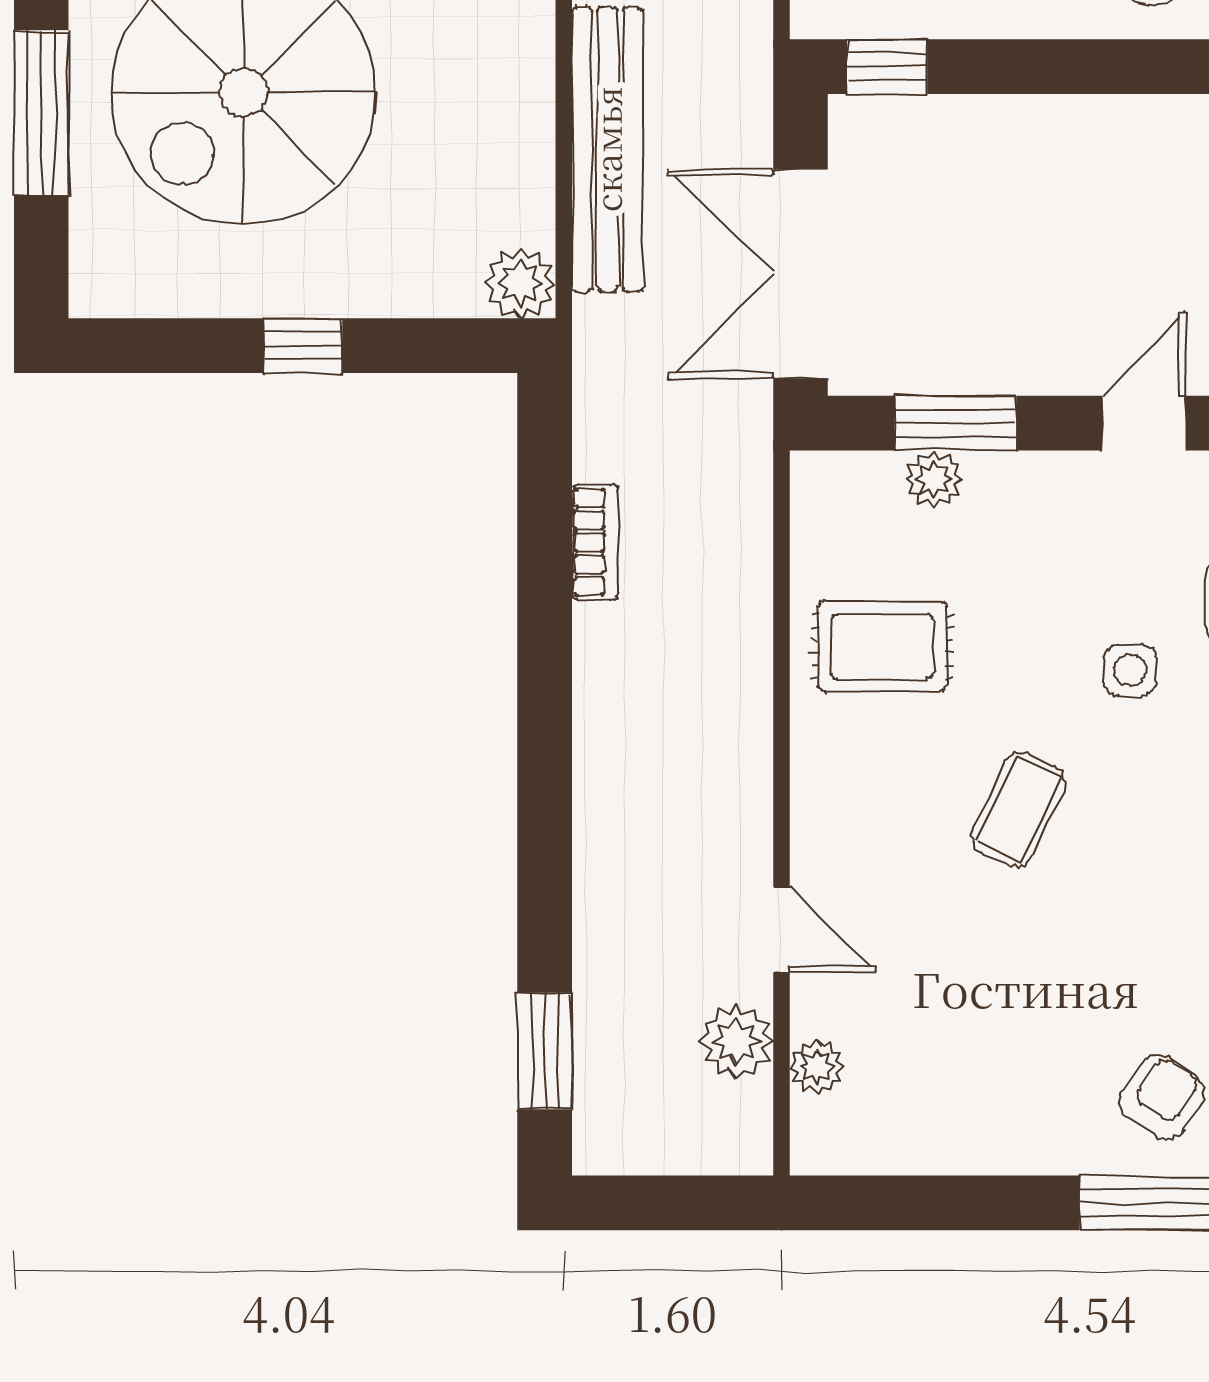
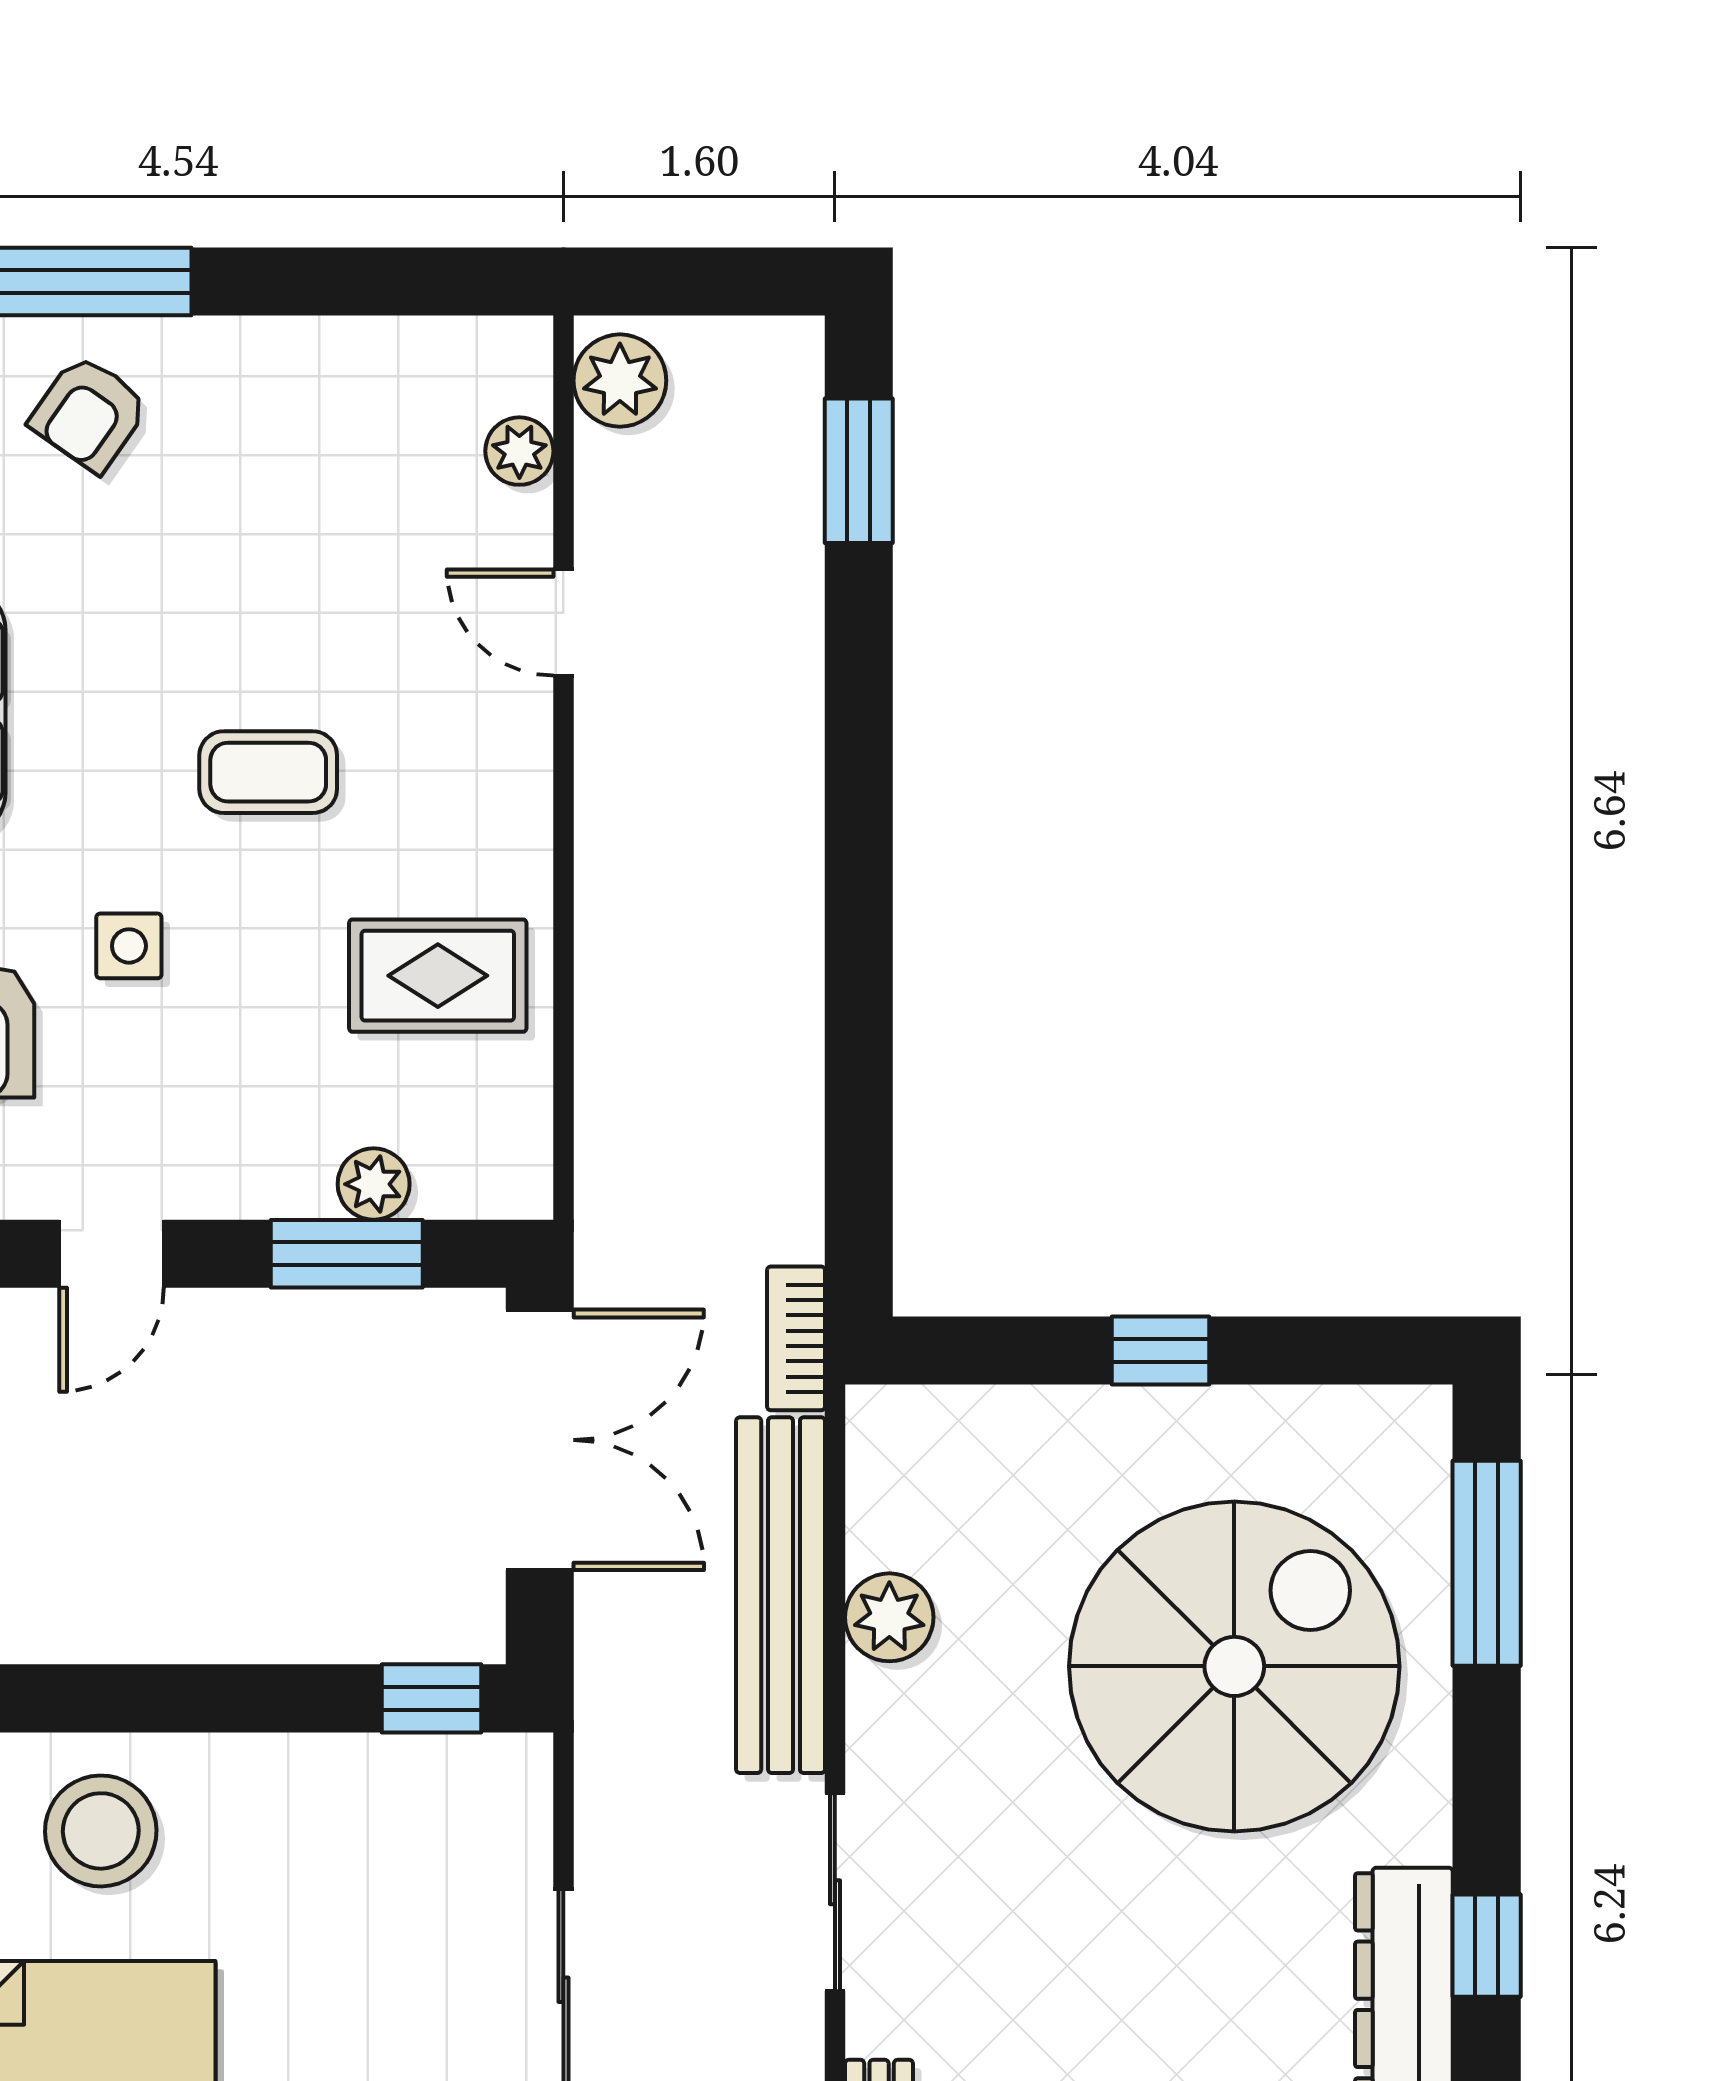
window: (41, 113) -> (1487, 1563), moved
plant: (520, 283) -> (889, 1617), moved
bookcase: (595, 542) -> (796, 1338), moved
coffee table: (1018, 809) -> (268, 772), turned 65
plant: (736, 1041) -> (620, 381), moved

